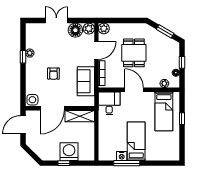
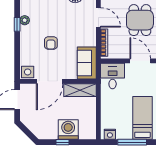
door: (96, 50) -> (98, 17), hinge flipped
sofa: (86, 81) -> (87, 63), moved
nightstand: (122, 156) -> (110, 134), moved

